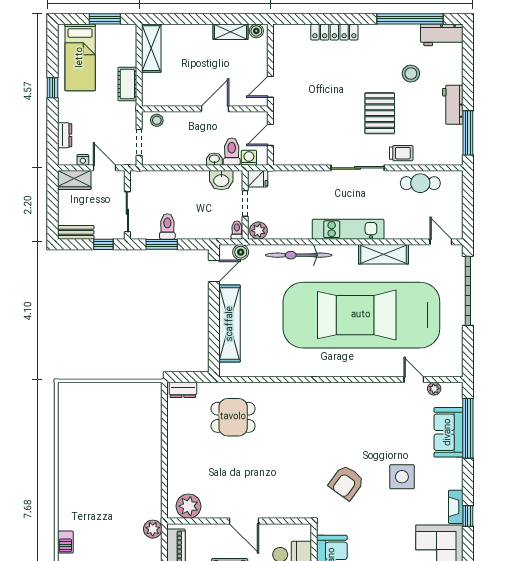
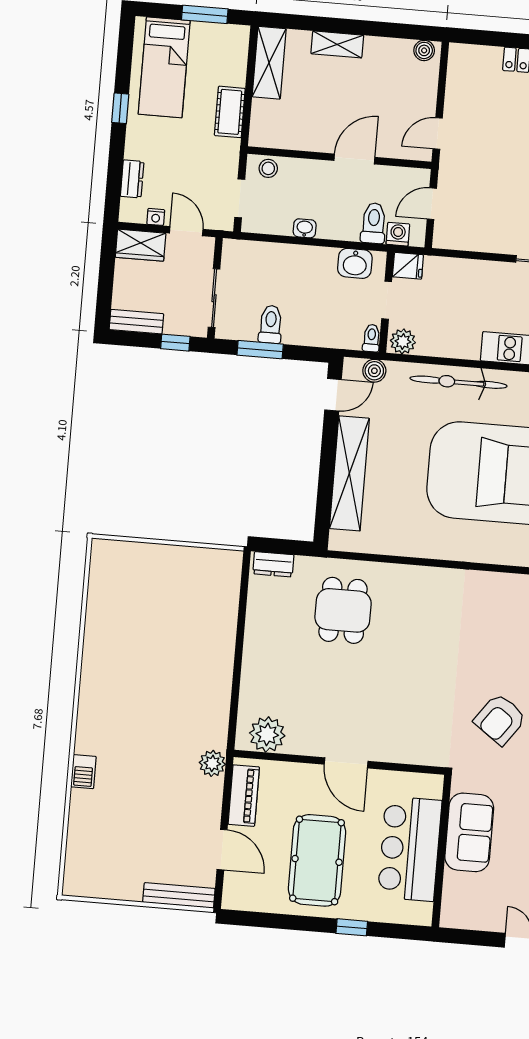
shelving: (231, 32) -> (337, 44), moved
washbasin: (214, 159) -> (305, 228), moved
dining table: (233, 417) -> (343, 610), turned 90

